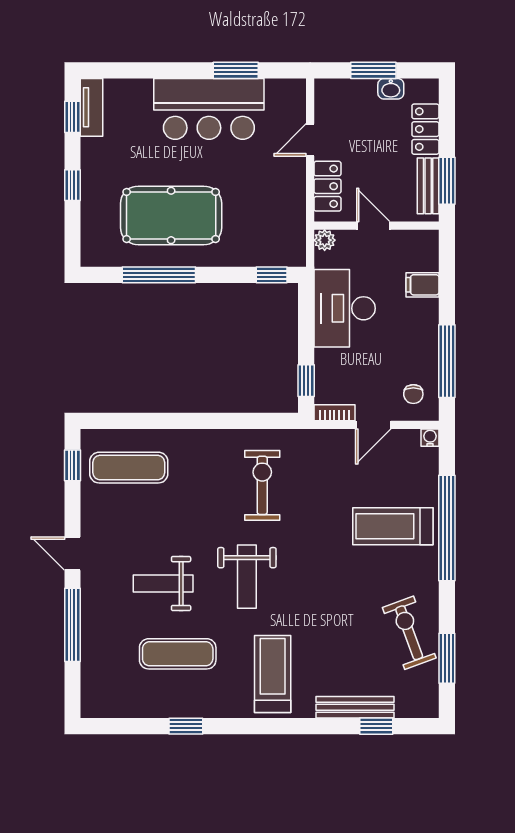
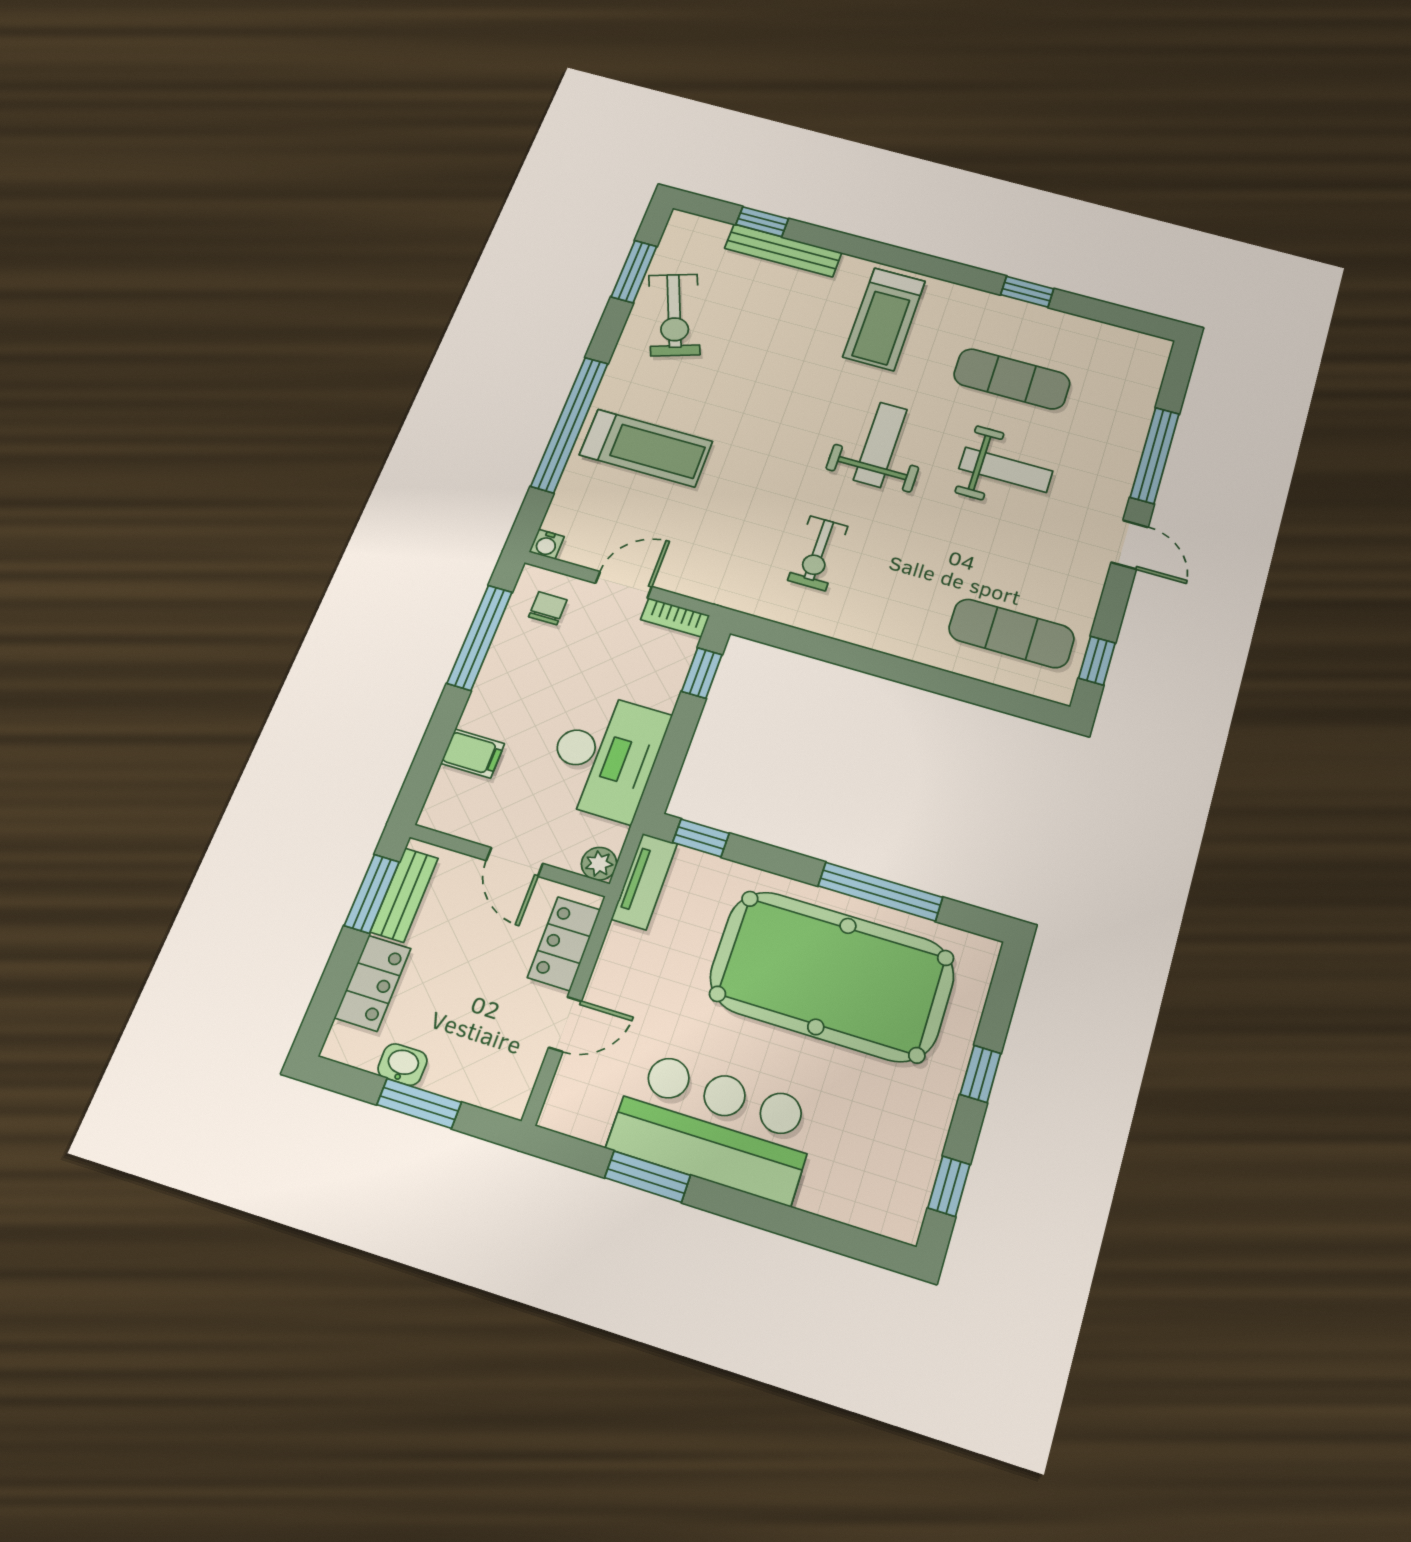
tv unit: (92, 107) -> (644, 881), moved, turned 180
pool table: (171, 215) -> (832, 976), width x1.36, depth x1.32
exercise bike: (262, 485) -> (818, 553), width x0.73, depth x0.72

